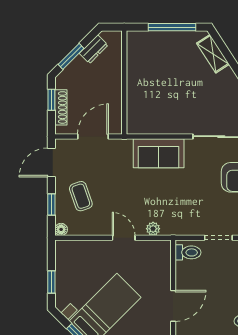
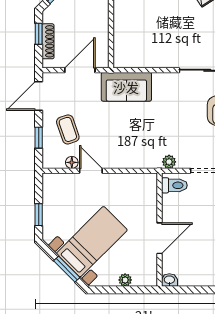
sofa: (159, 153) -> (126, 87), moved
floor lamp: (61, 229) -> (72, 162), moved
plant: (153, 229) -> (169, 162), moved
door: (124, 238) -> (91, 171), moved

